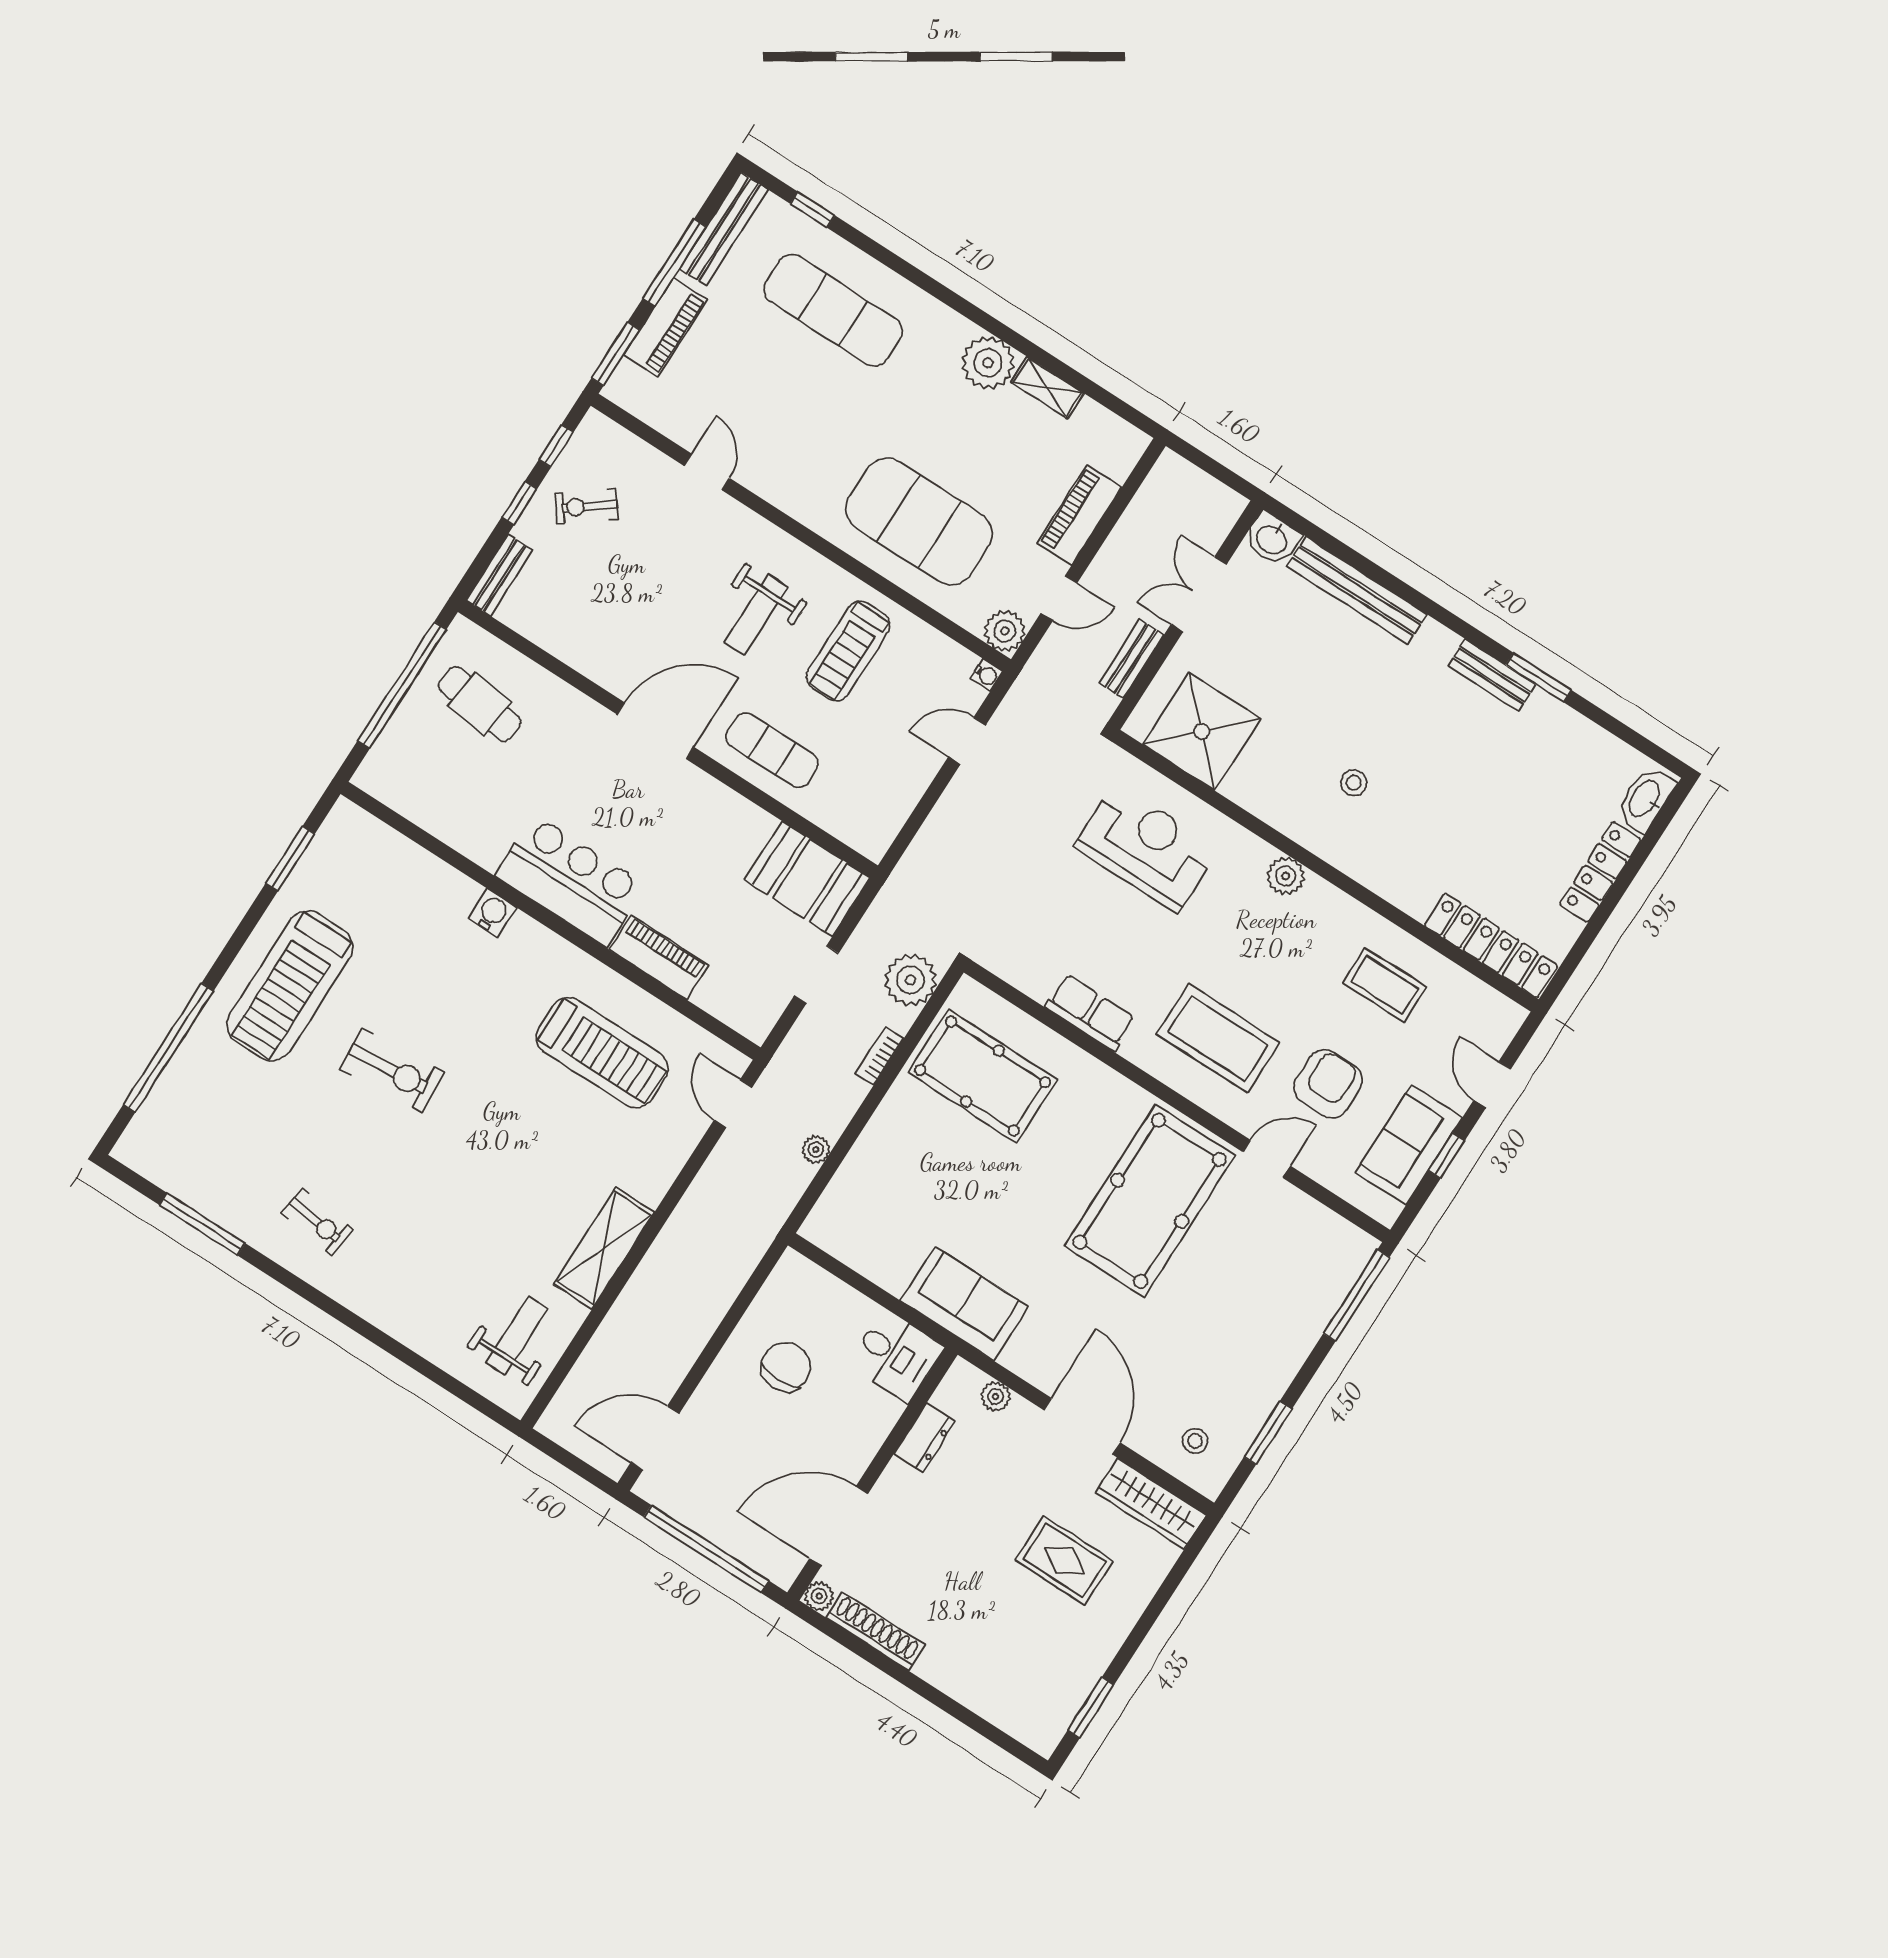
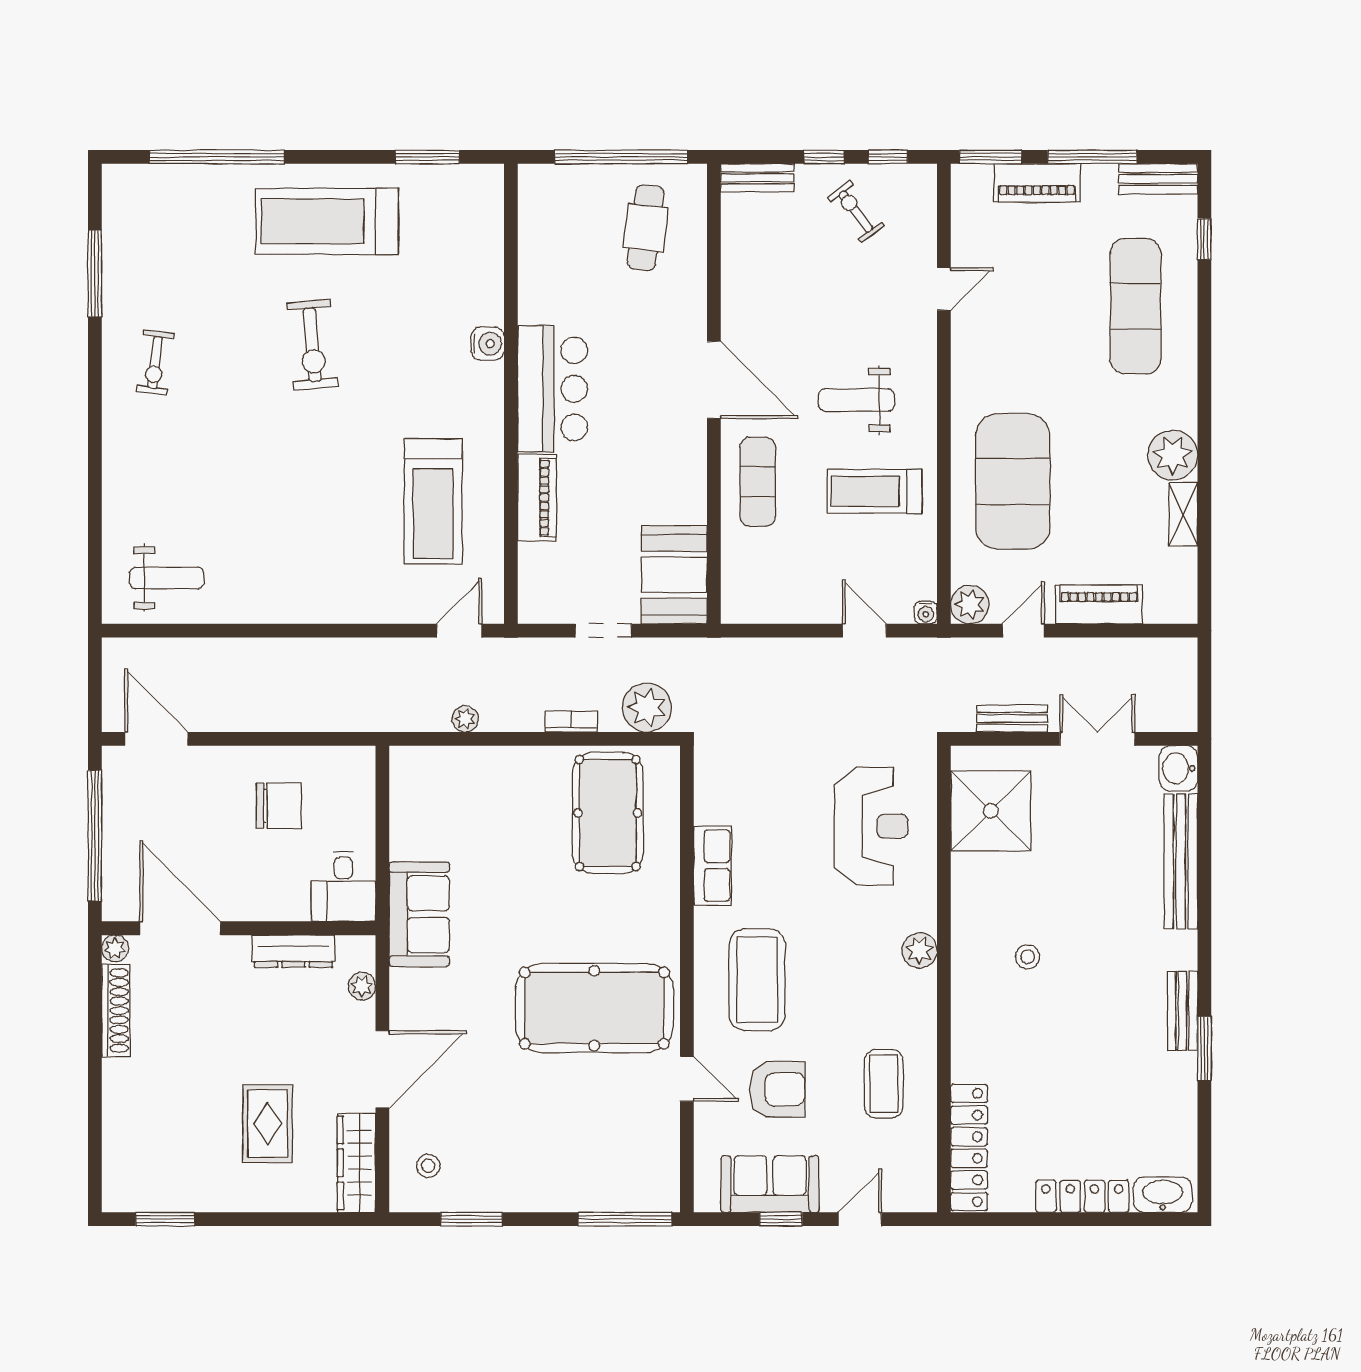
bench: (724, 229) -> (1158, 179), width x0.73
door: (1059, 598) -> (1023, 631), swing flipped
shelving: (604, 1248) -> (280, 602), removed
dresser: (925, 1438) -> (293, 951), width x1.44

